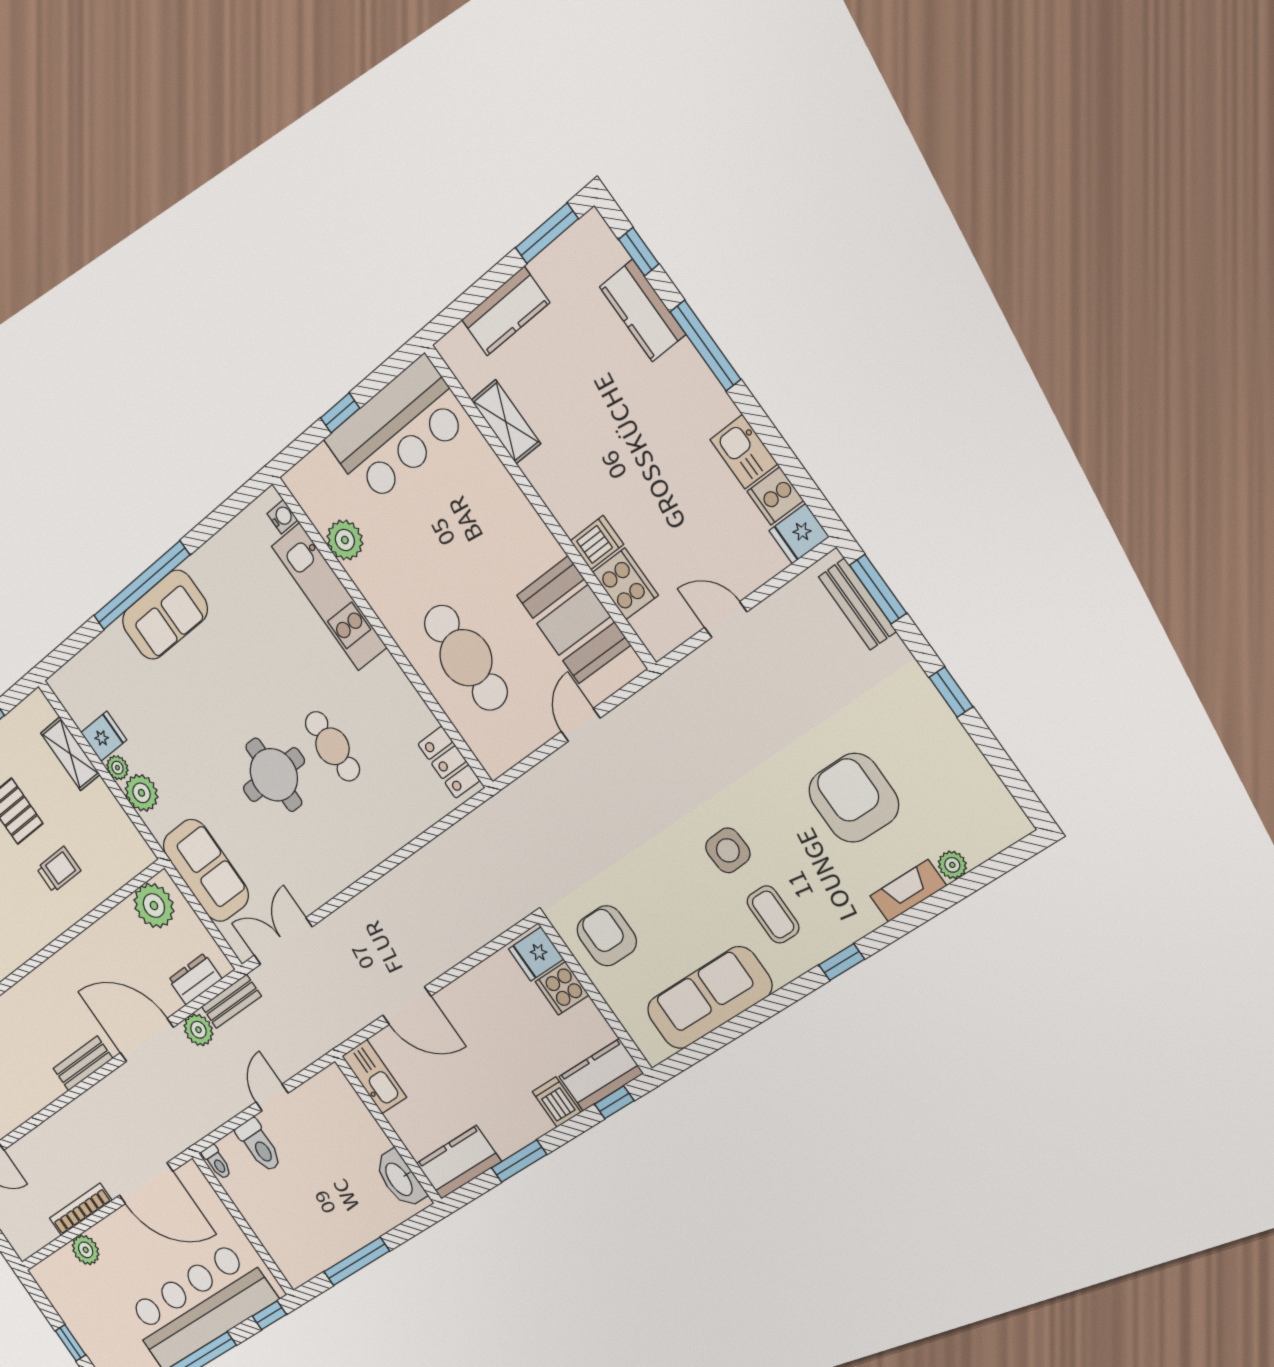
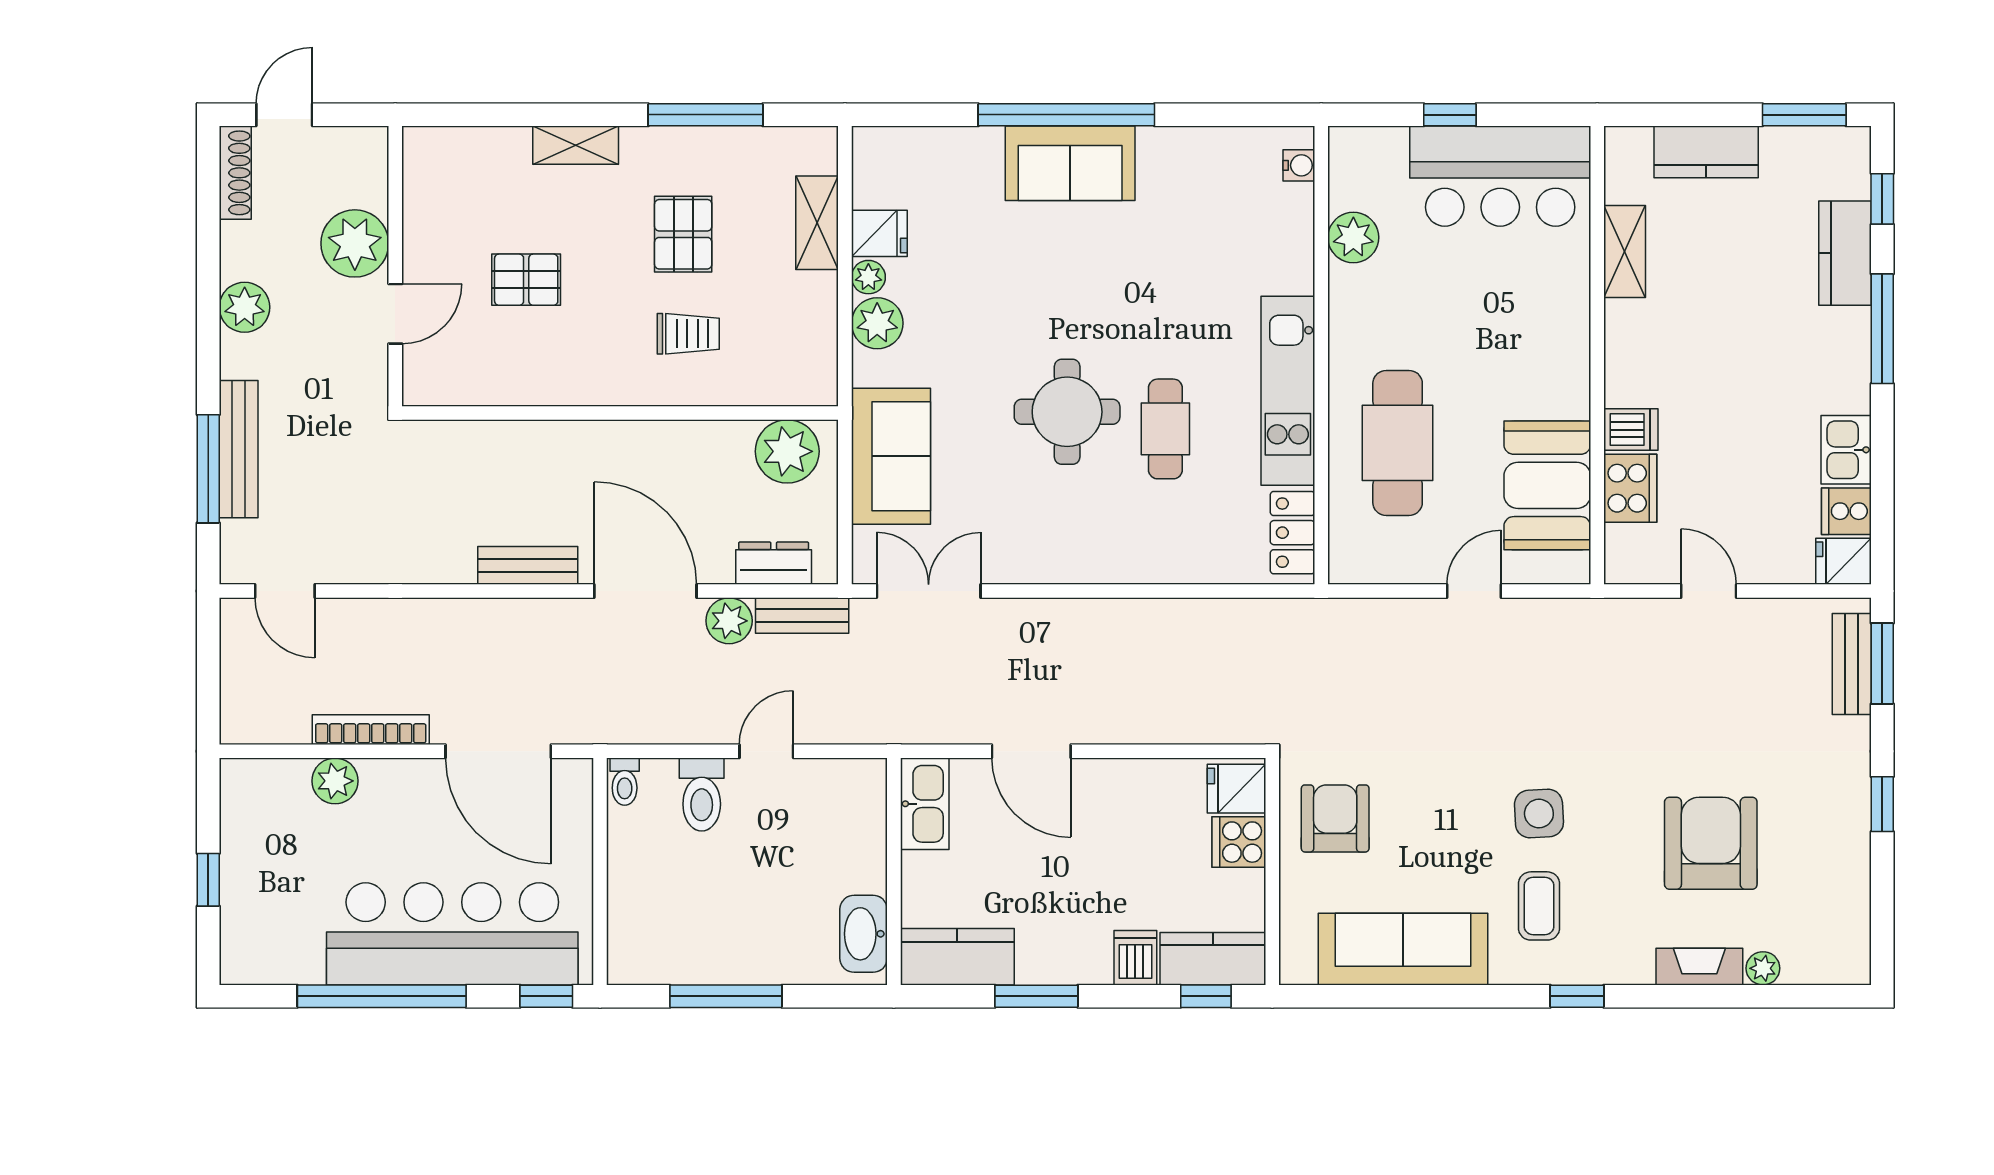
kitchen unit: (329, 597) -> (1288, 391), moved

